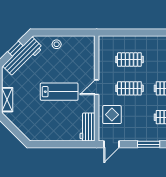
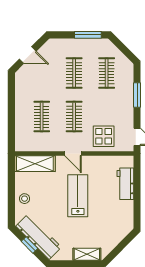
shelving: (88, 53) -> (35, 164), added
workbench: (88, 127) -> (125, 184), moved, turned 90

